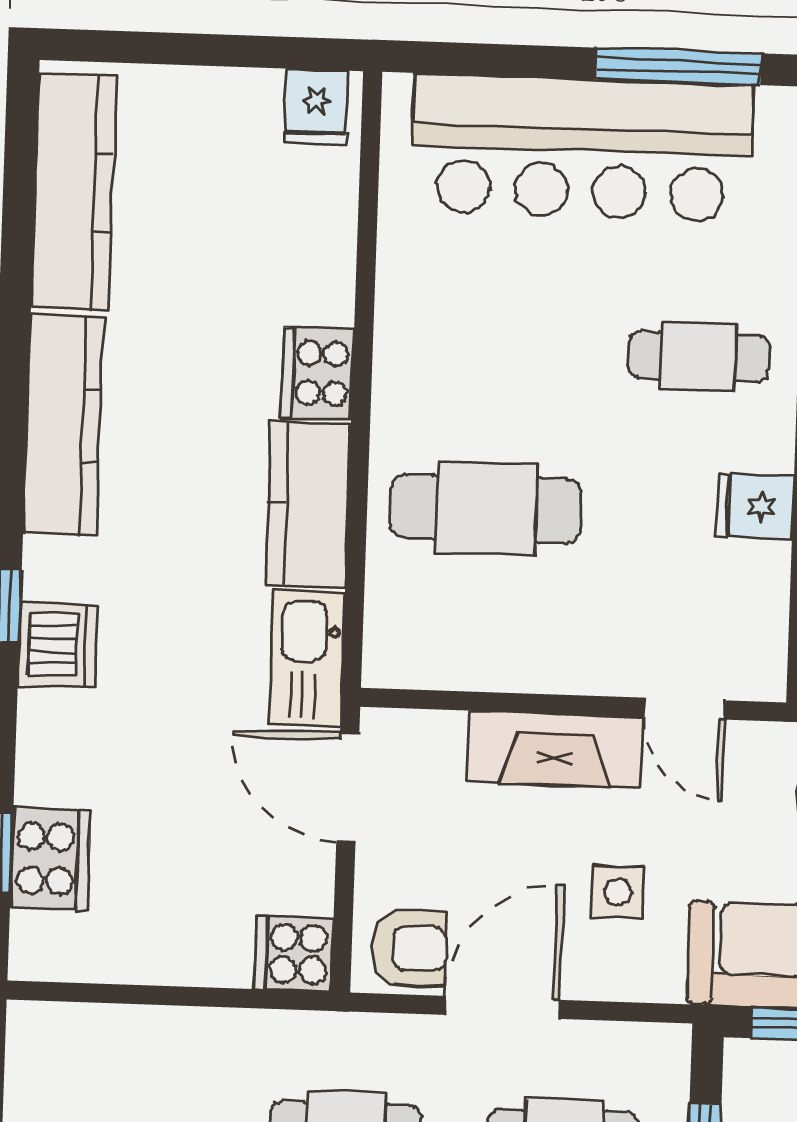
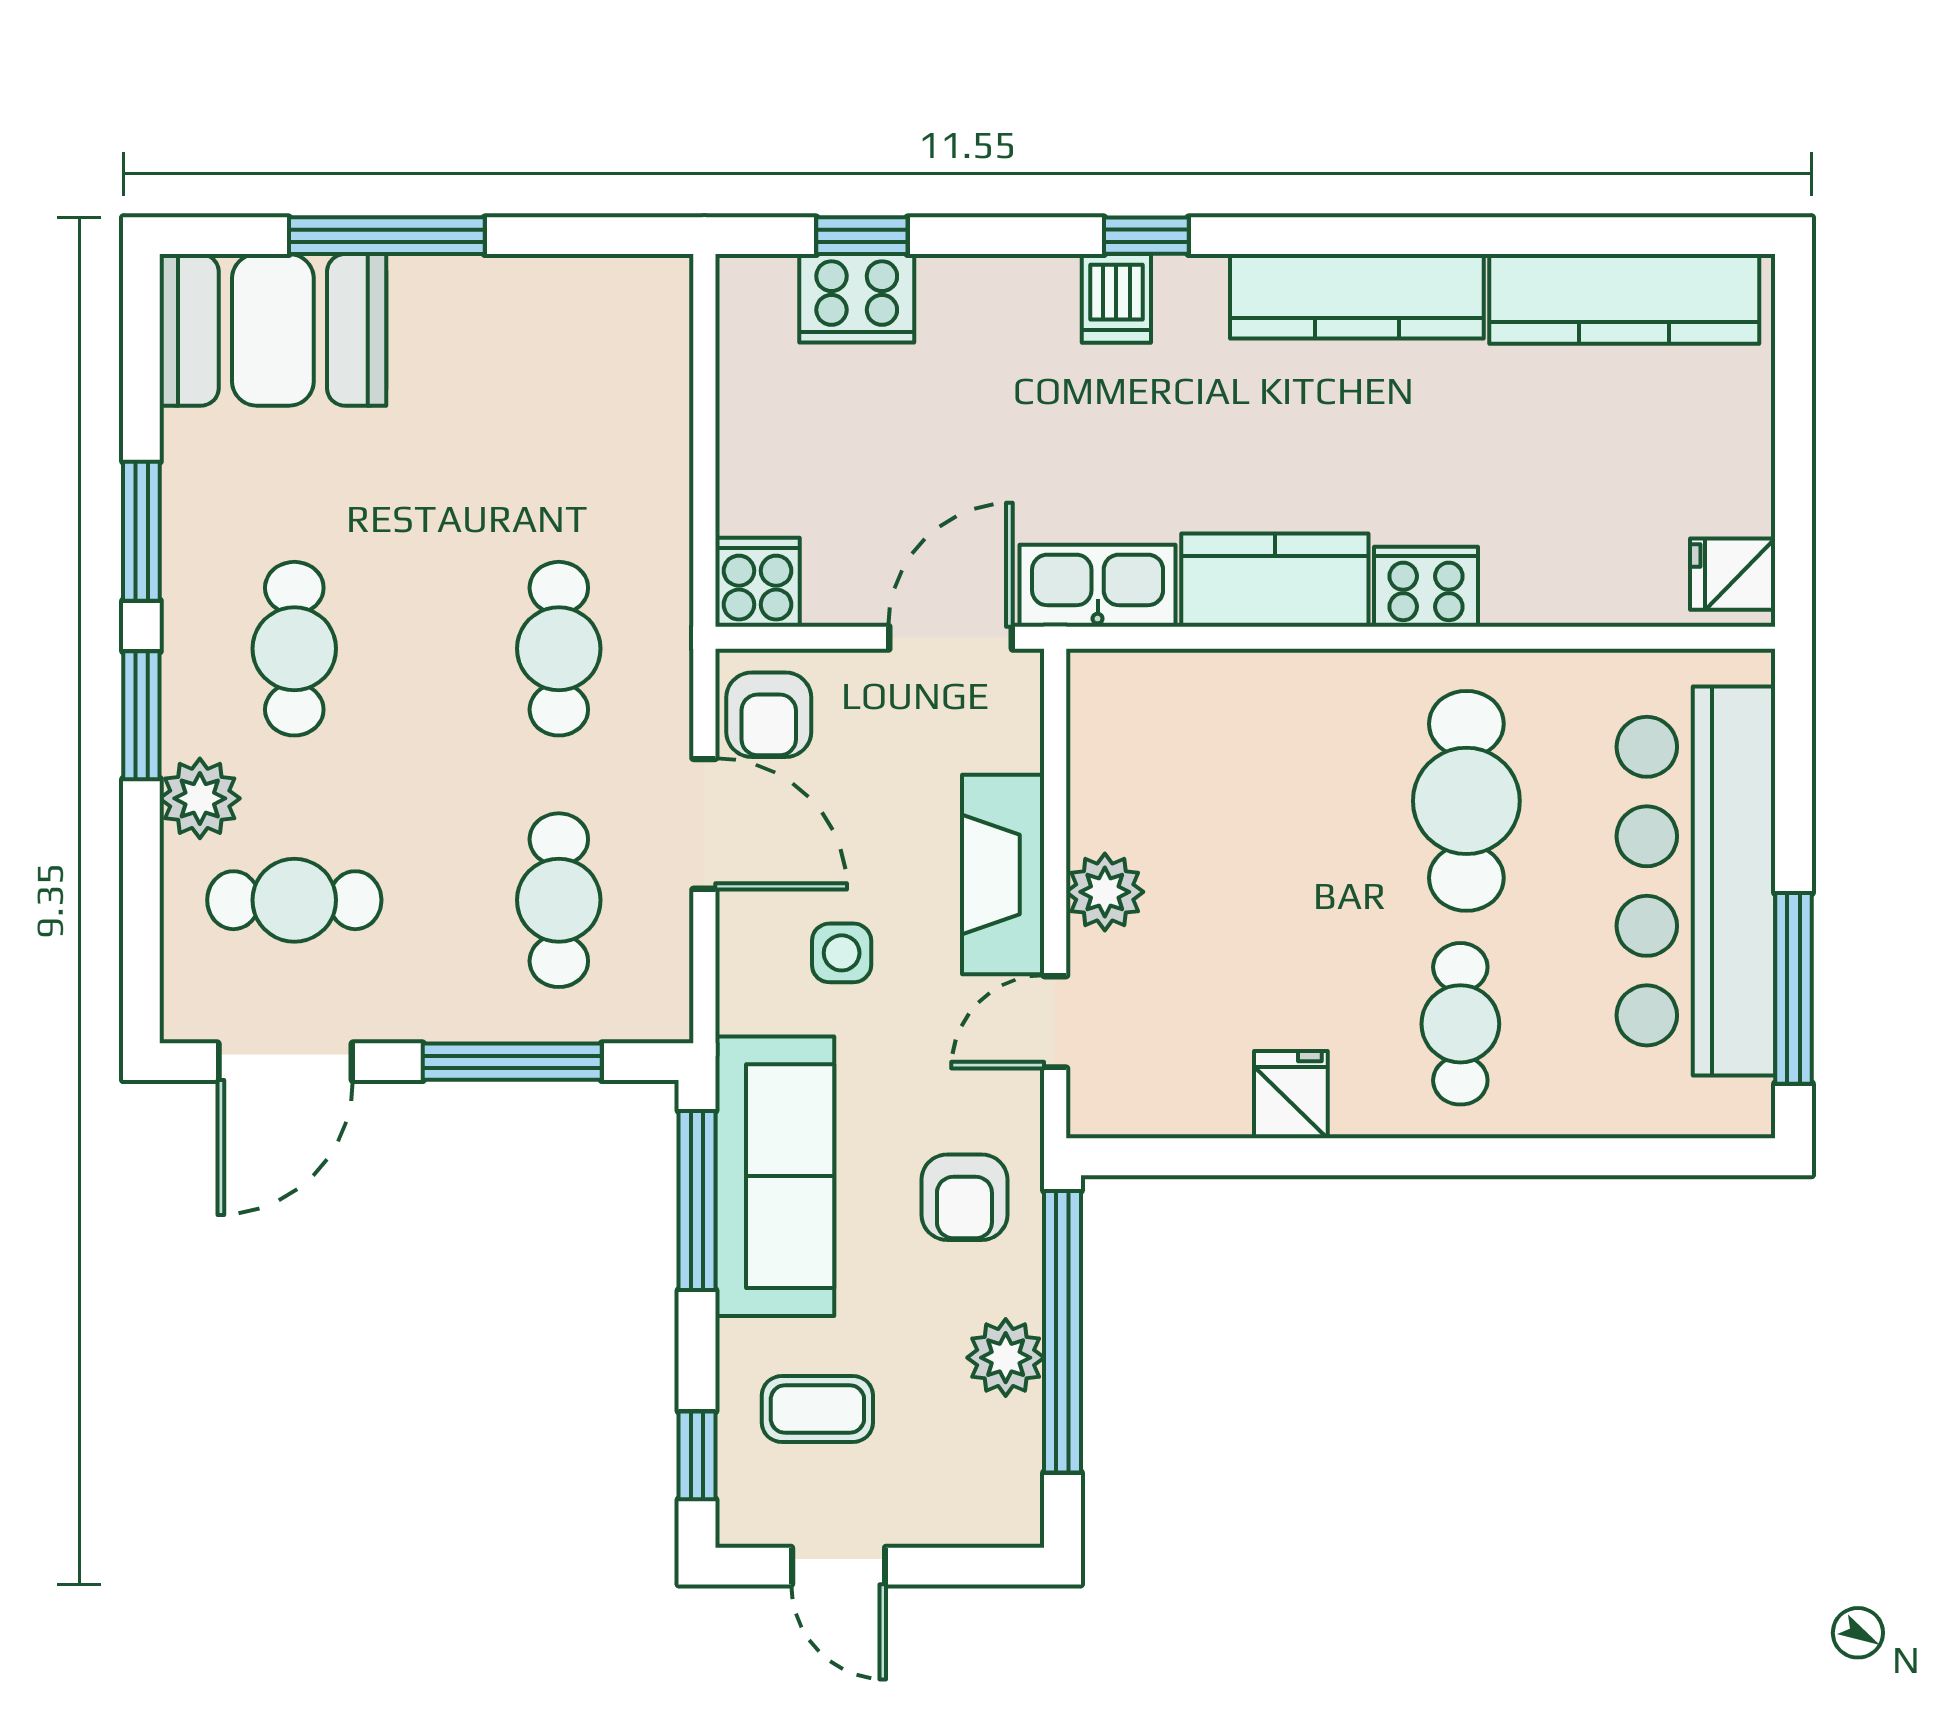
cafe table: (486, 508) -> (1466, 801), moved
dishwasher: (58, 645) -> (1116, 298), width x0.73
plant: (573, 662) -> (1105, 892), added

